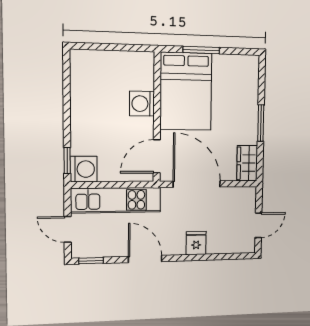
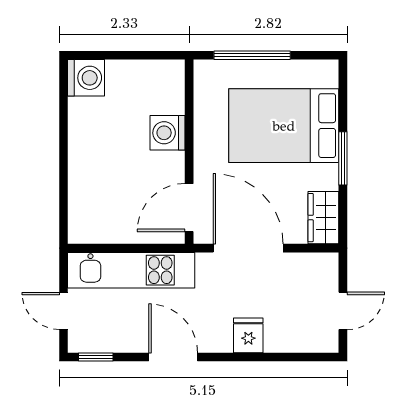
window: (201, 50) -> (252, 55), width x1.44
bed: (186, 91) -> (284, 126), moved, turned 90
window: (67, 161) -> (63, 213), removed
washing machine: (84, 169) -> (86, 78), moved

